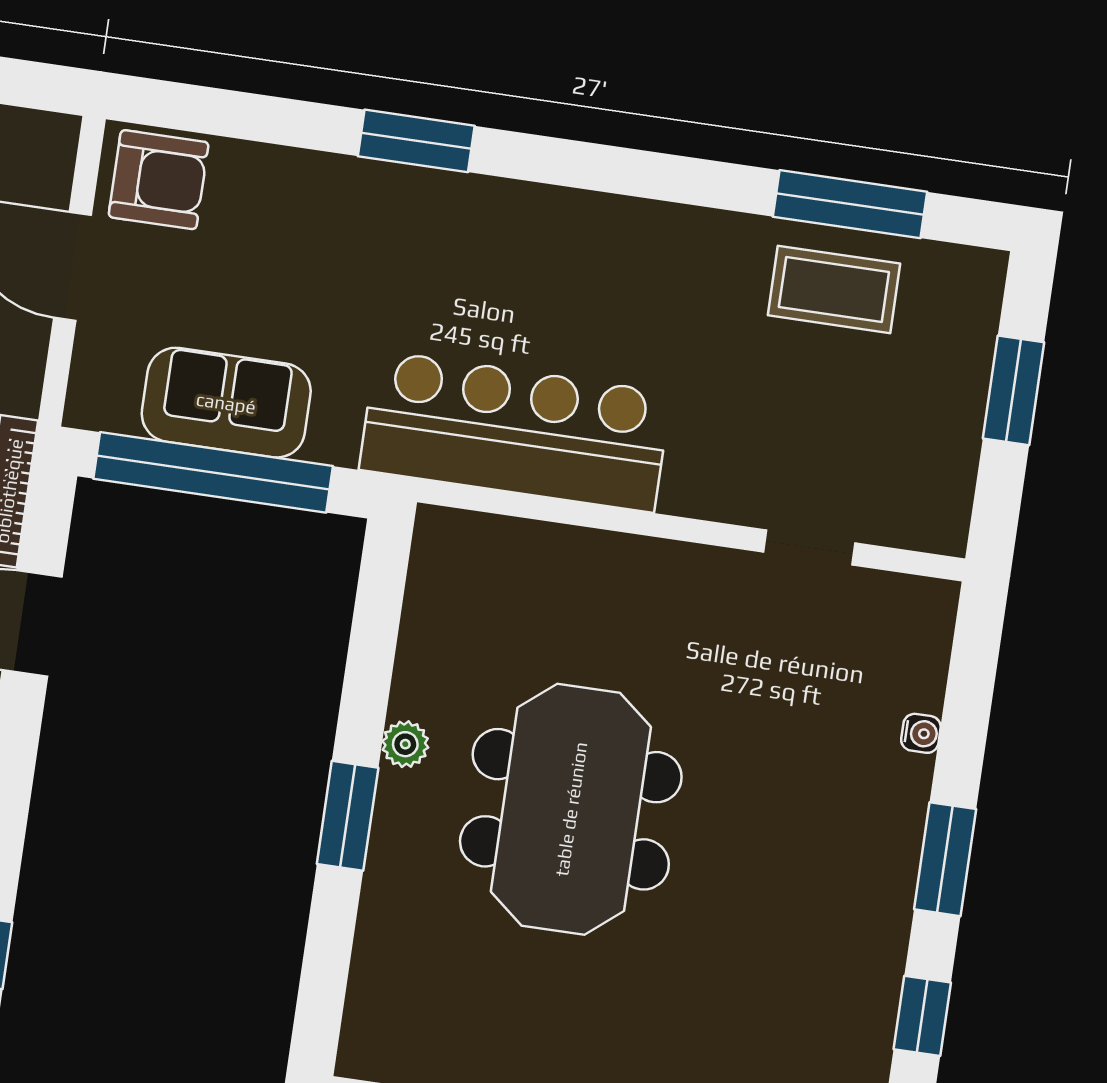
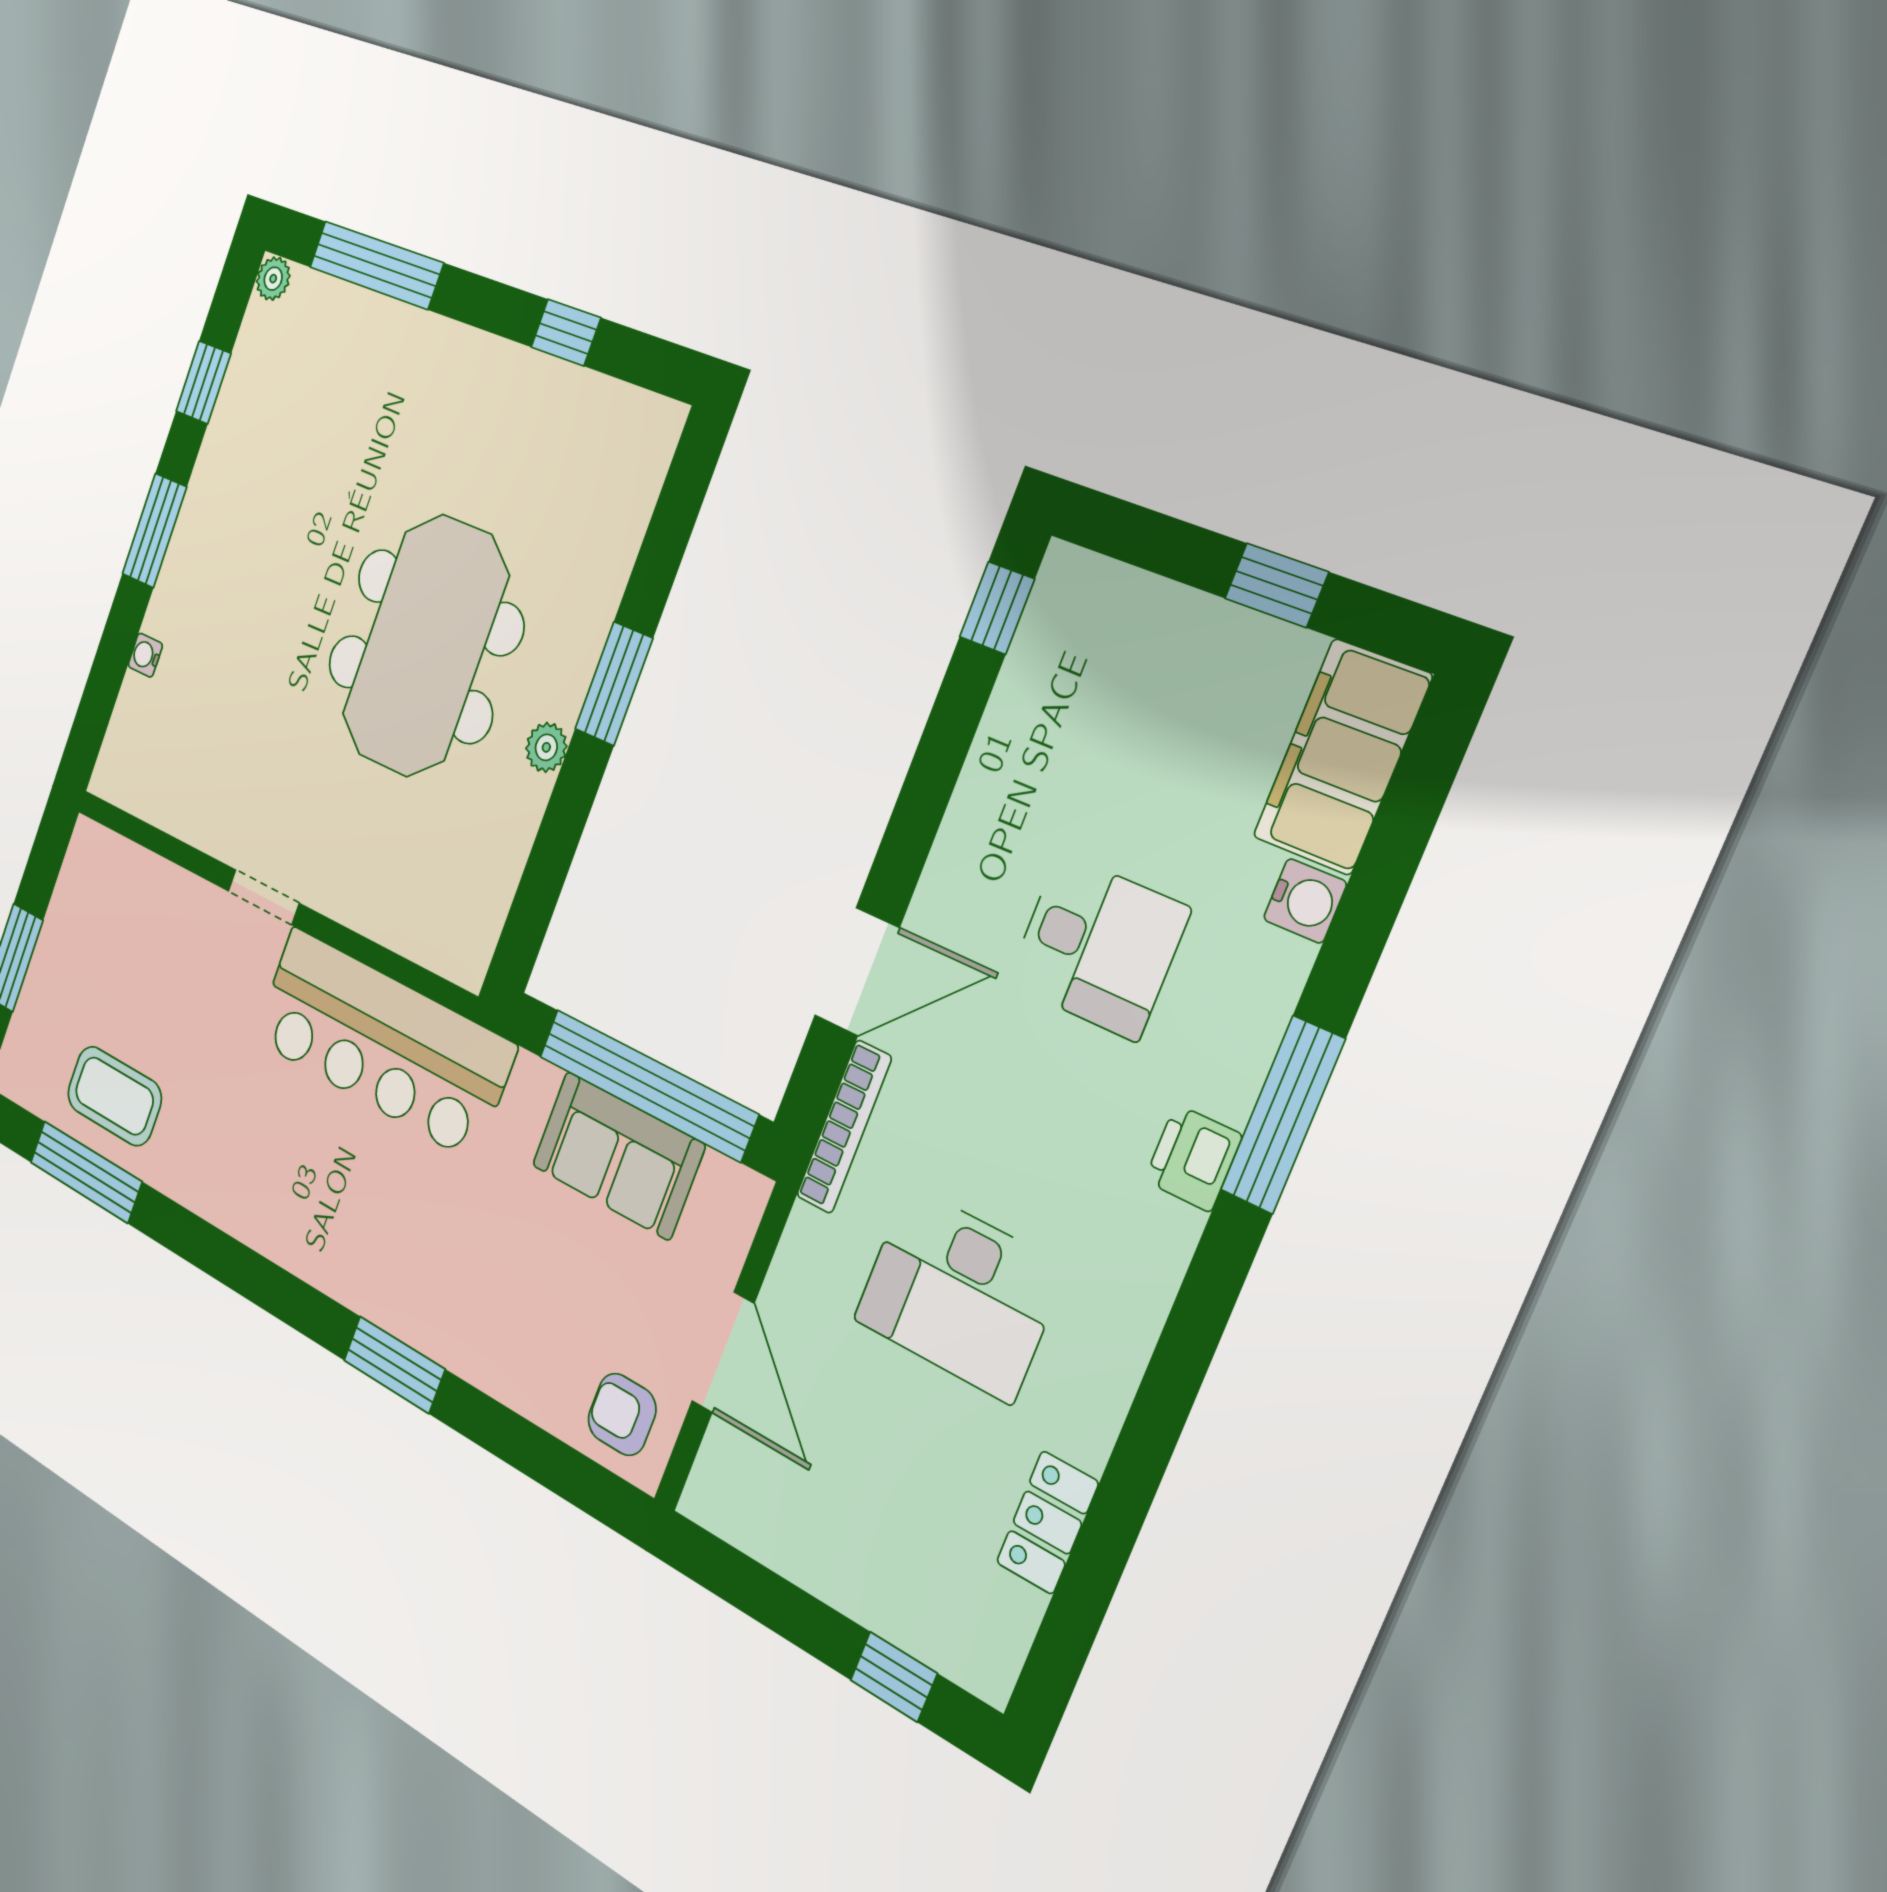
armchair: (159, 180) -> (622, 1414), width x0.72, depth x0.72
doorway: (809, 548) -> (264, 897), moved

